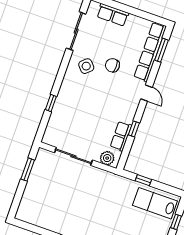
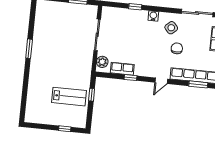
water cooler: (67, 84) -> (153, 16), added
lab bench: (155, 203) -> (69, 97), moved, turned 90

